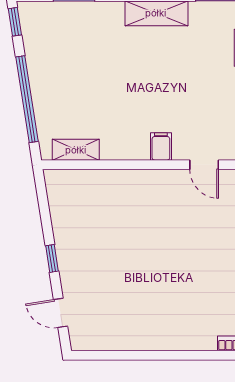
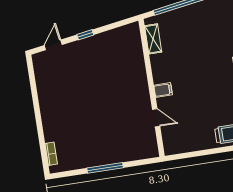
door: (204, 165) -> (156, 118), swing flipped

